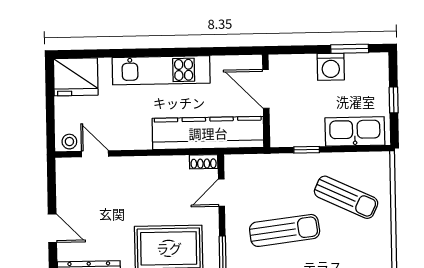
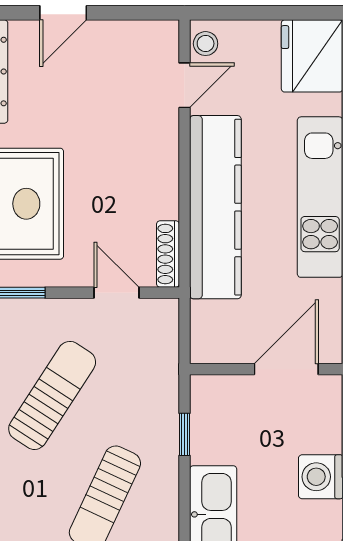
kitchen counter: (208, 133) -> (215, 207), moved
shoe rack: (204, 162) -> (168, 254), width x1.43
sun lounger: (285, 230) -> (52, 395), turned -140

